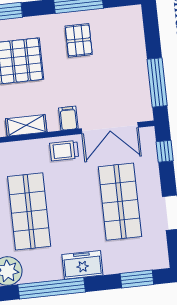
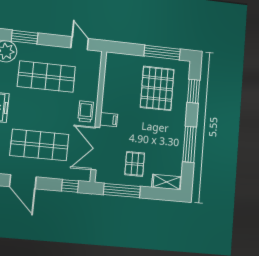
pallet: (79, 40) -> (135, 164), moved, turned 90
shelving: (26, 125) -> (167, 182), moved, turned 90

